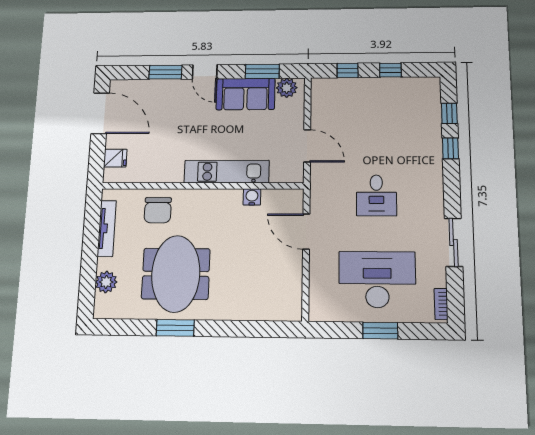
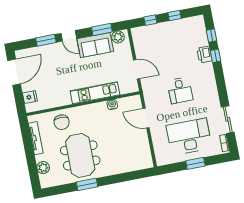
door: (100, 113) -> (14, 72), hinge flipped
printer: (431, 143) -> (204, 55), added
sliding door: (454, 242) -> (228, 119), moved

